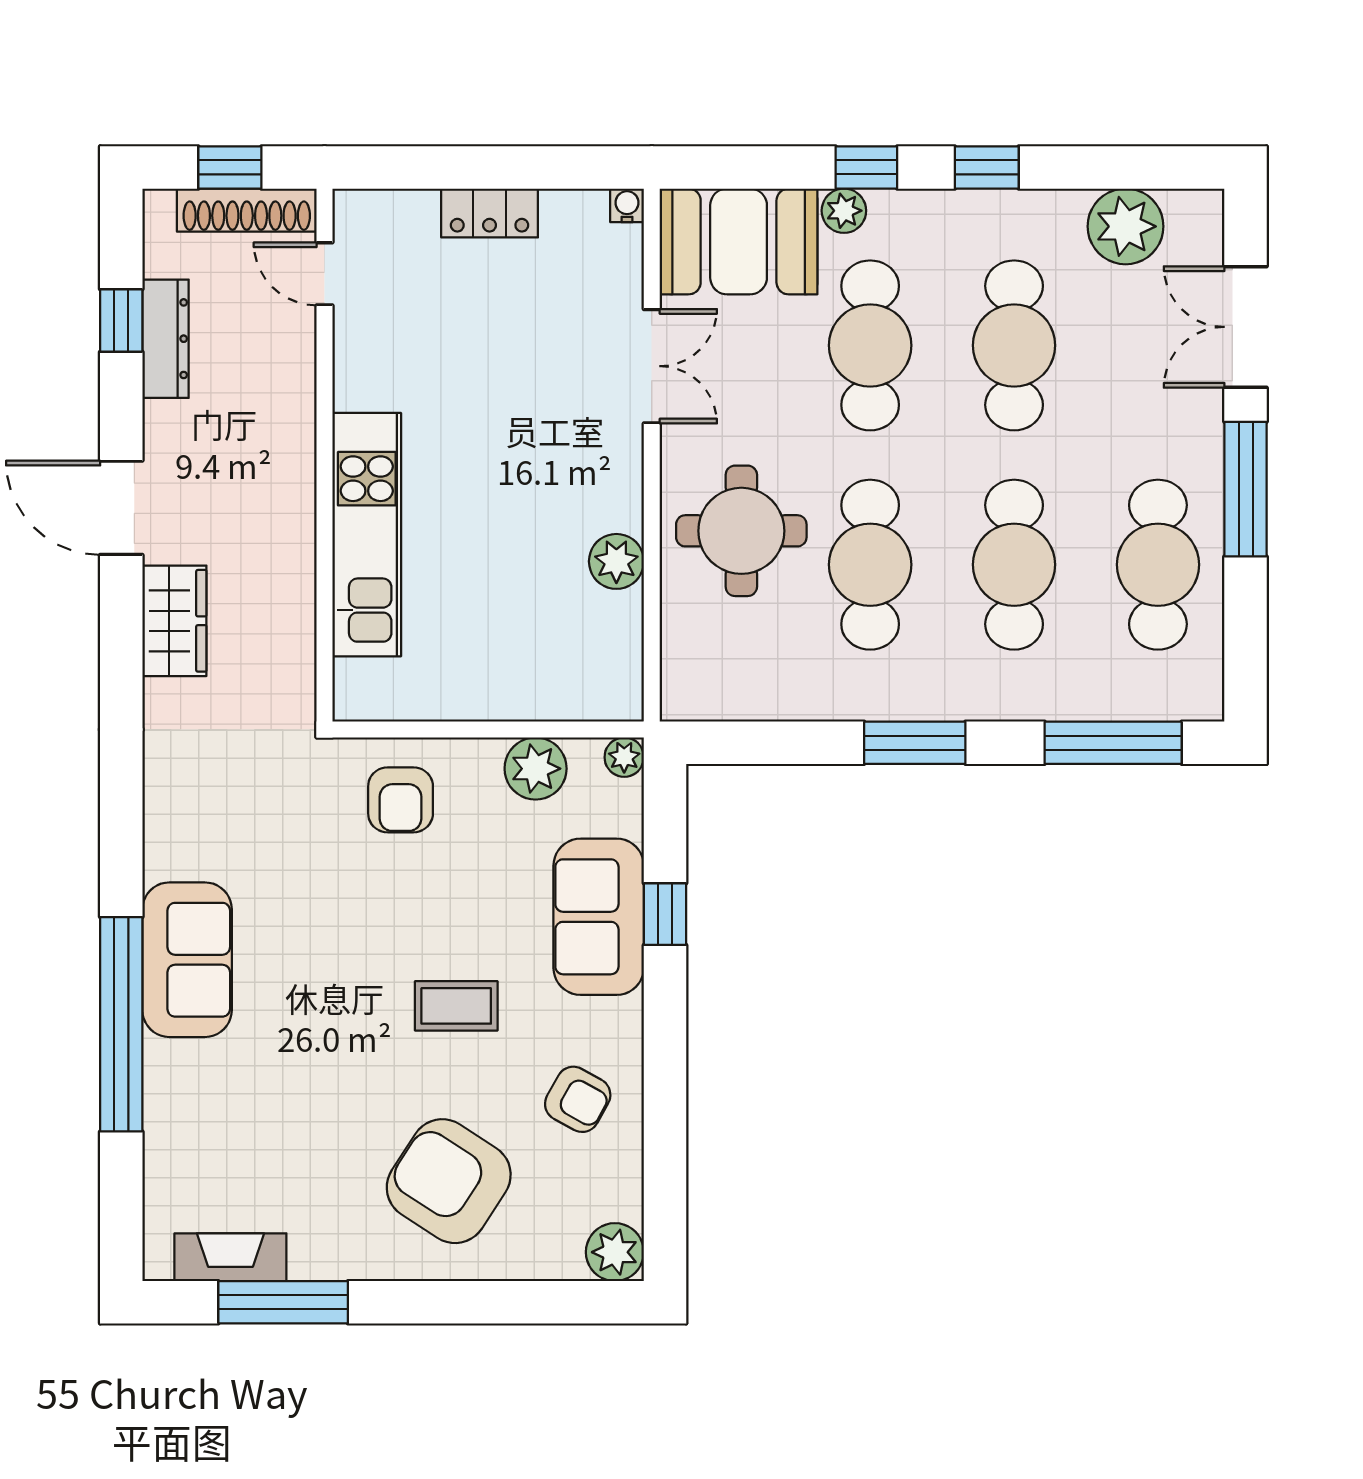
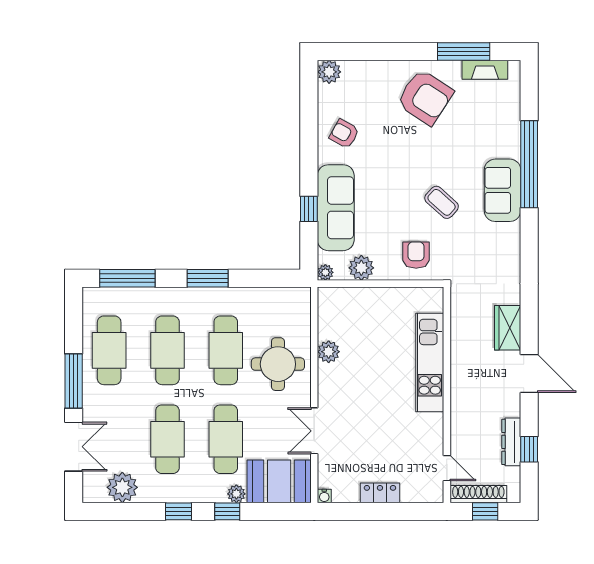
sofa: (599, 917) -> (336, 208), width x1.36
coffee table: (456, 1006) -> (442, 202), moved, turned 42
armchair: (449, 1181) -> (425, 97), moved

